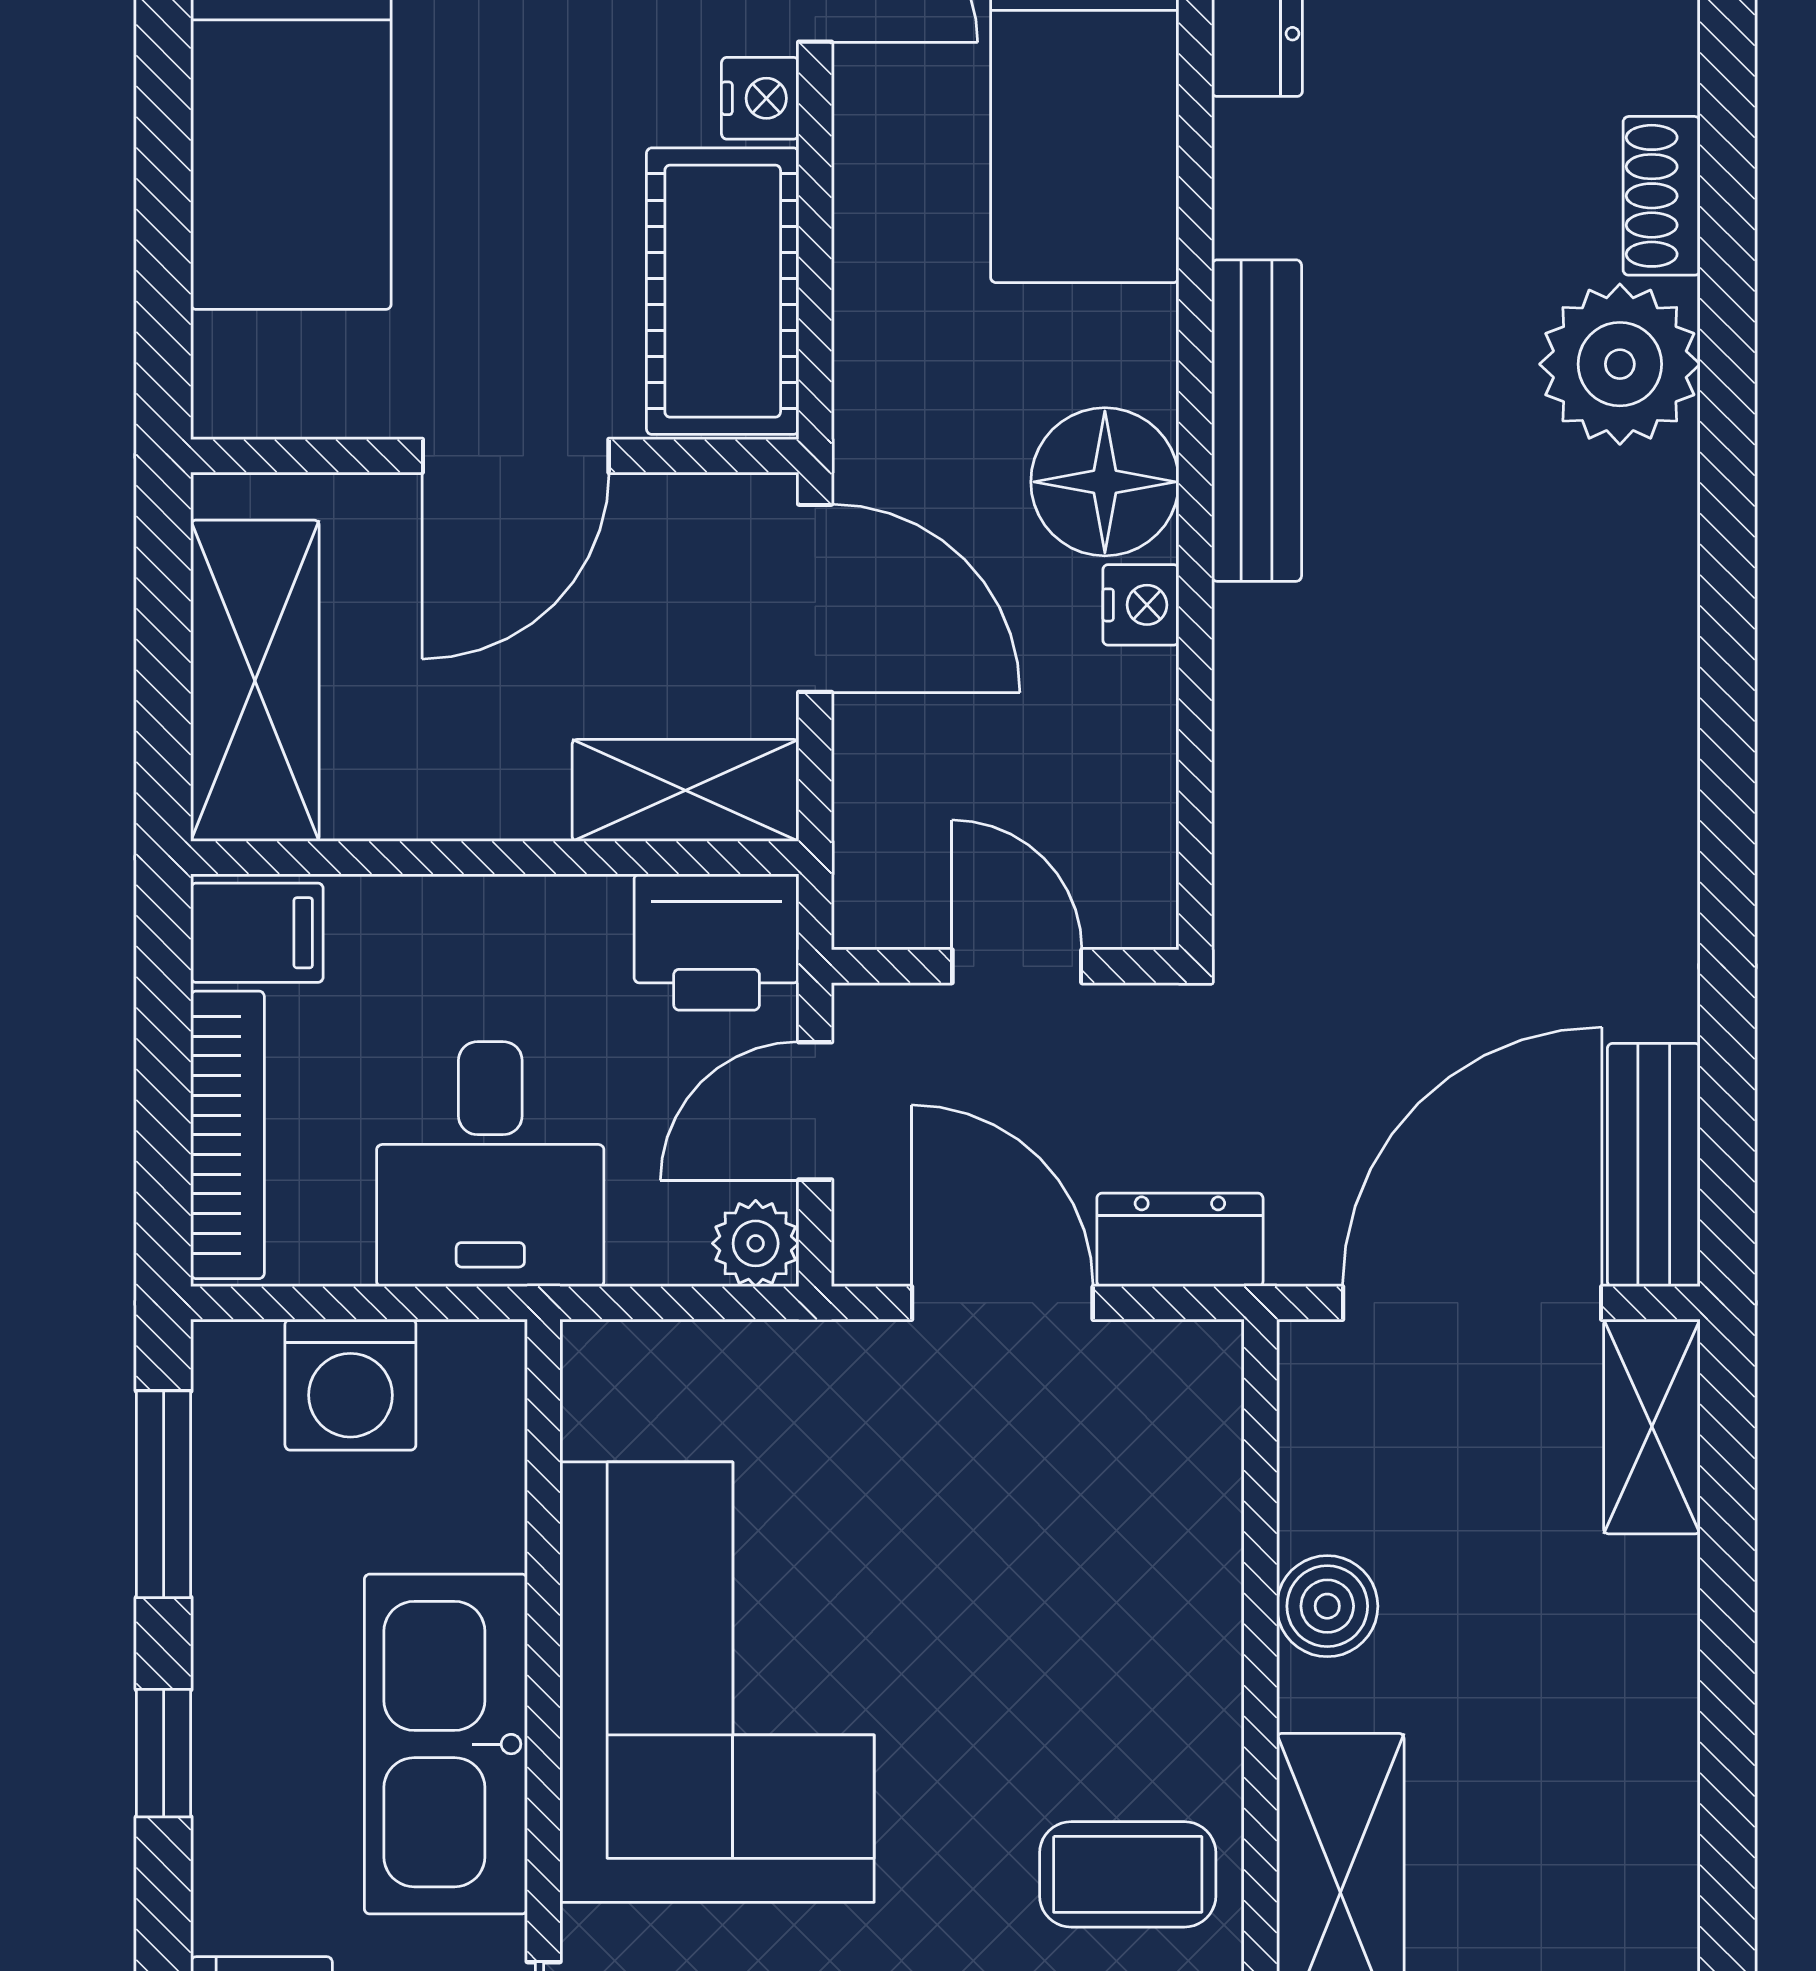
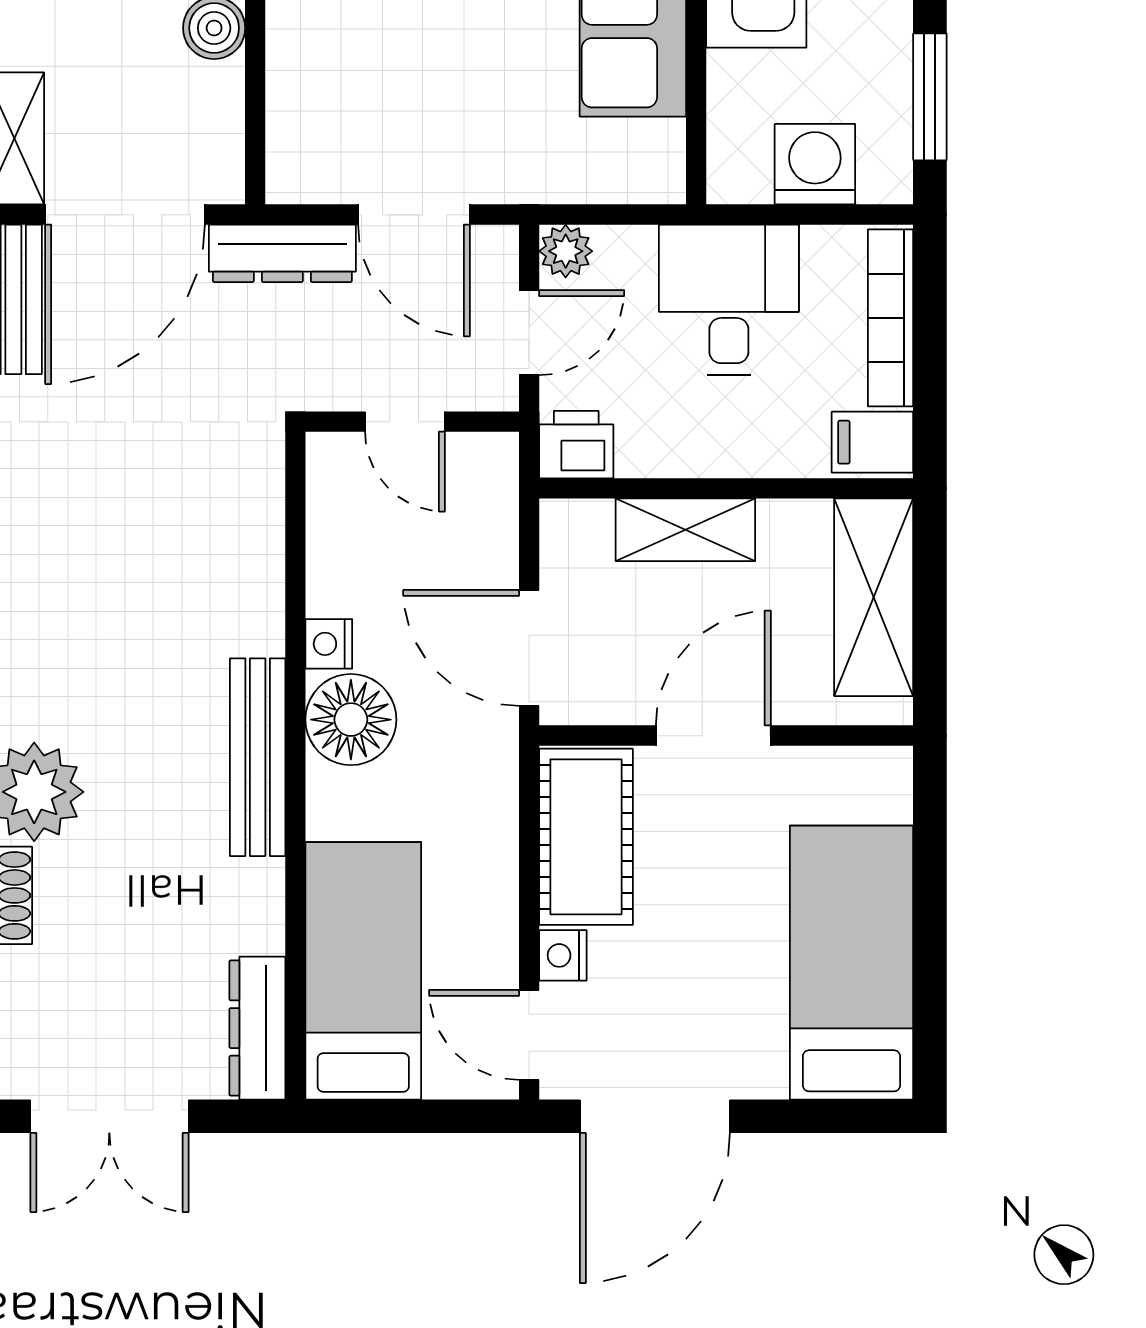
shelving: (685, 790) -> (685, 530), moved
printer: (717, 942) -> (576, 445), width x0.73, depth x0.81
dresser: (1180, 1240) -> (282, 253), width x1.44

